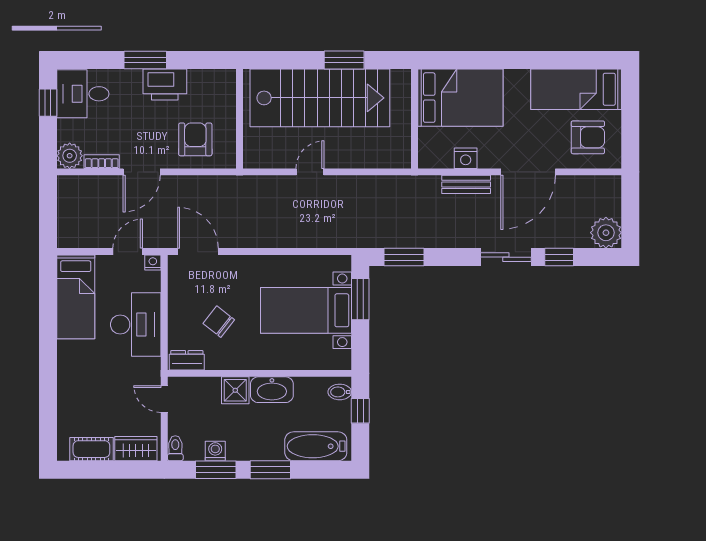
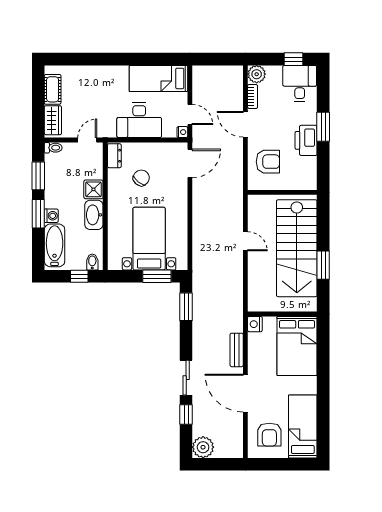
nightstand: (466, 158) -> (255, 324), moved
washing machine: (215, 451) -> (51, 216), moved

